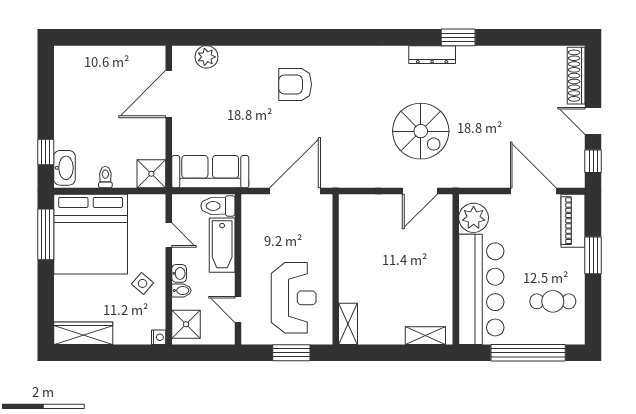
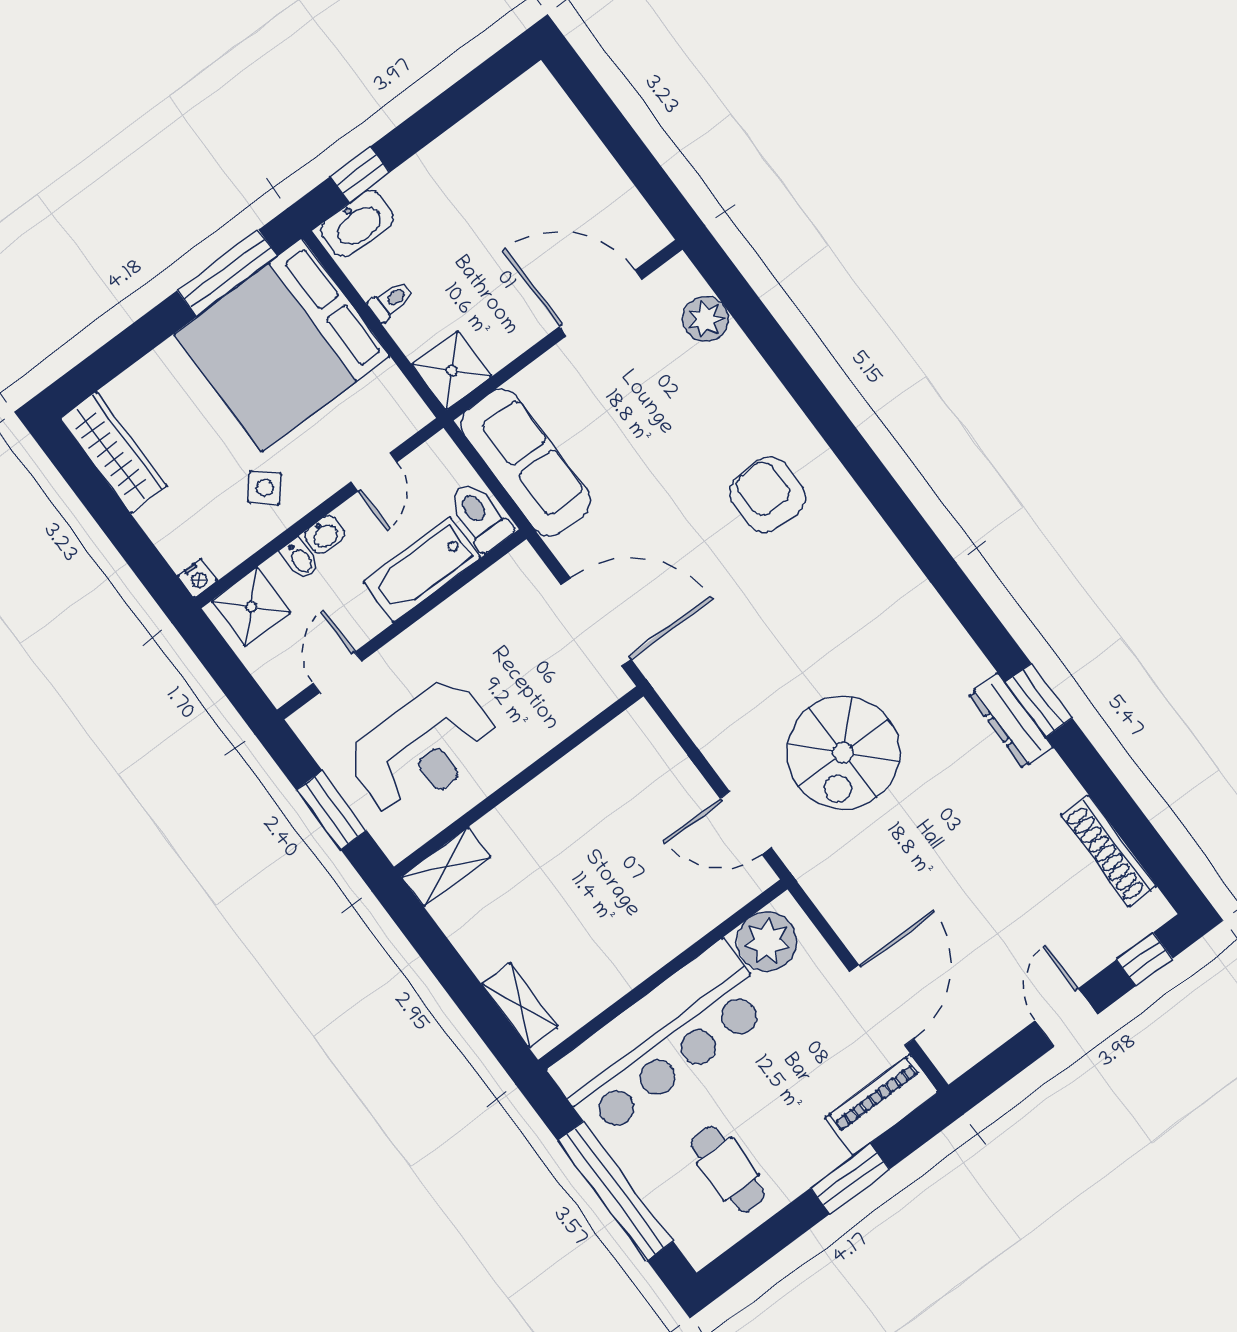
dresser: (432, 55) -> (1011, 721), moved
shoe rack: (576, 76) -> (1109, 851), moved, turned -90
window: (593, 161) -> (1144, 959), moved

